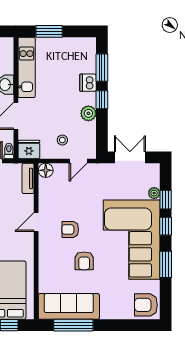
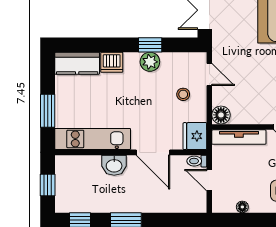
kitchen counter: (87, 55) -> (77, 63), added
window: (102, 68) -> (93, 45), removed
window: (102, 100) -> (150, 45), moved
tv unit: (28, 178) -> (239, 137), width x1.41

